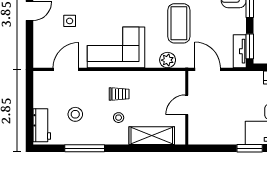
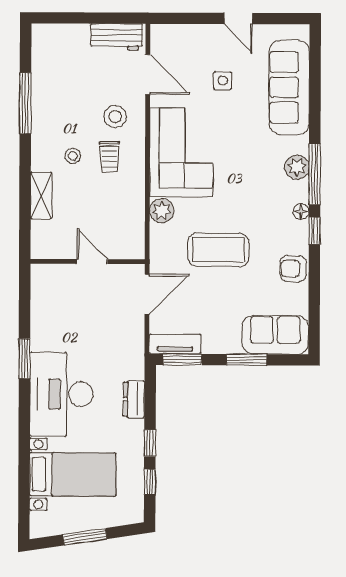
plant: (168, 60) -> (162, 211), moved
stool: (75, 114) -> (115, 117), moved
workbench: (42, 125) -> (117, 37), moved
shelving: (152, 136) -> (41, 196), width x0.67, depth x0.75

